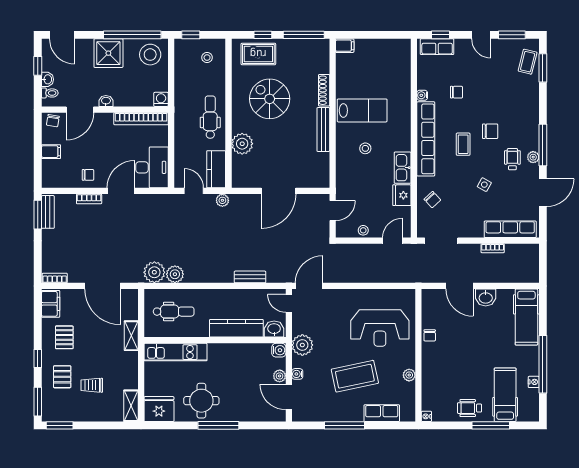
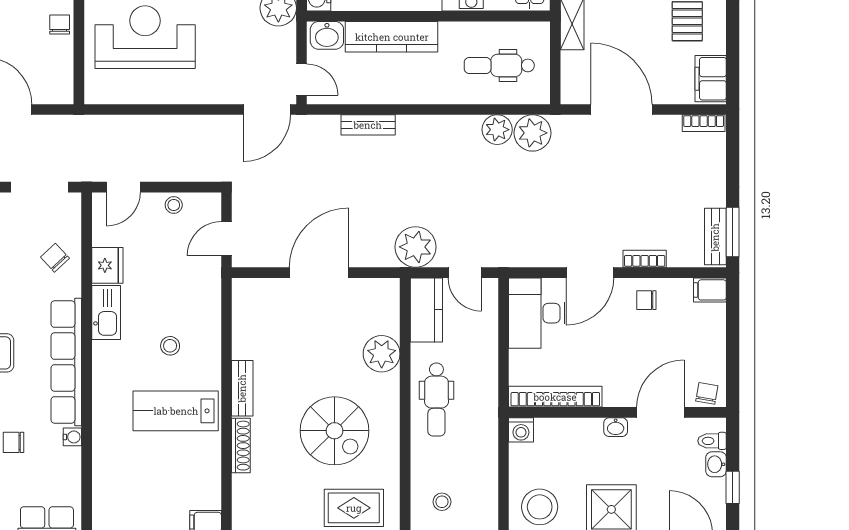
bench: (323, 129) -> (242, 388), width x0.73
filing cabinet: (51, 152) -> (710, 290), moved
plant: (222, 200) -> (416, 247), width x1.88, depth x1.88

